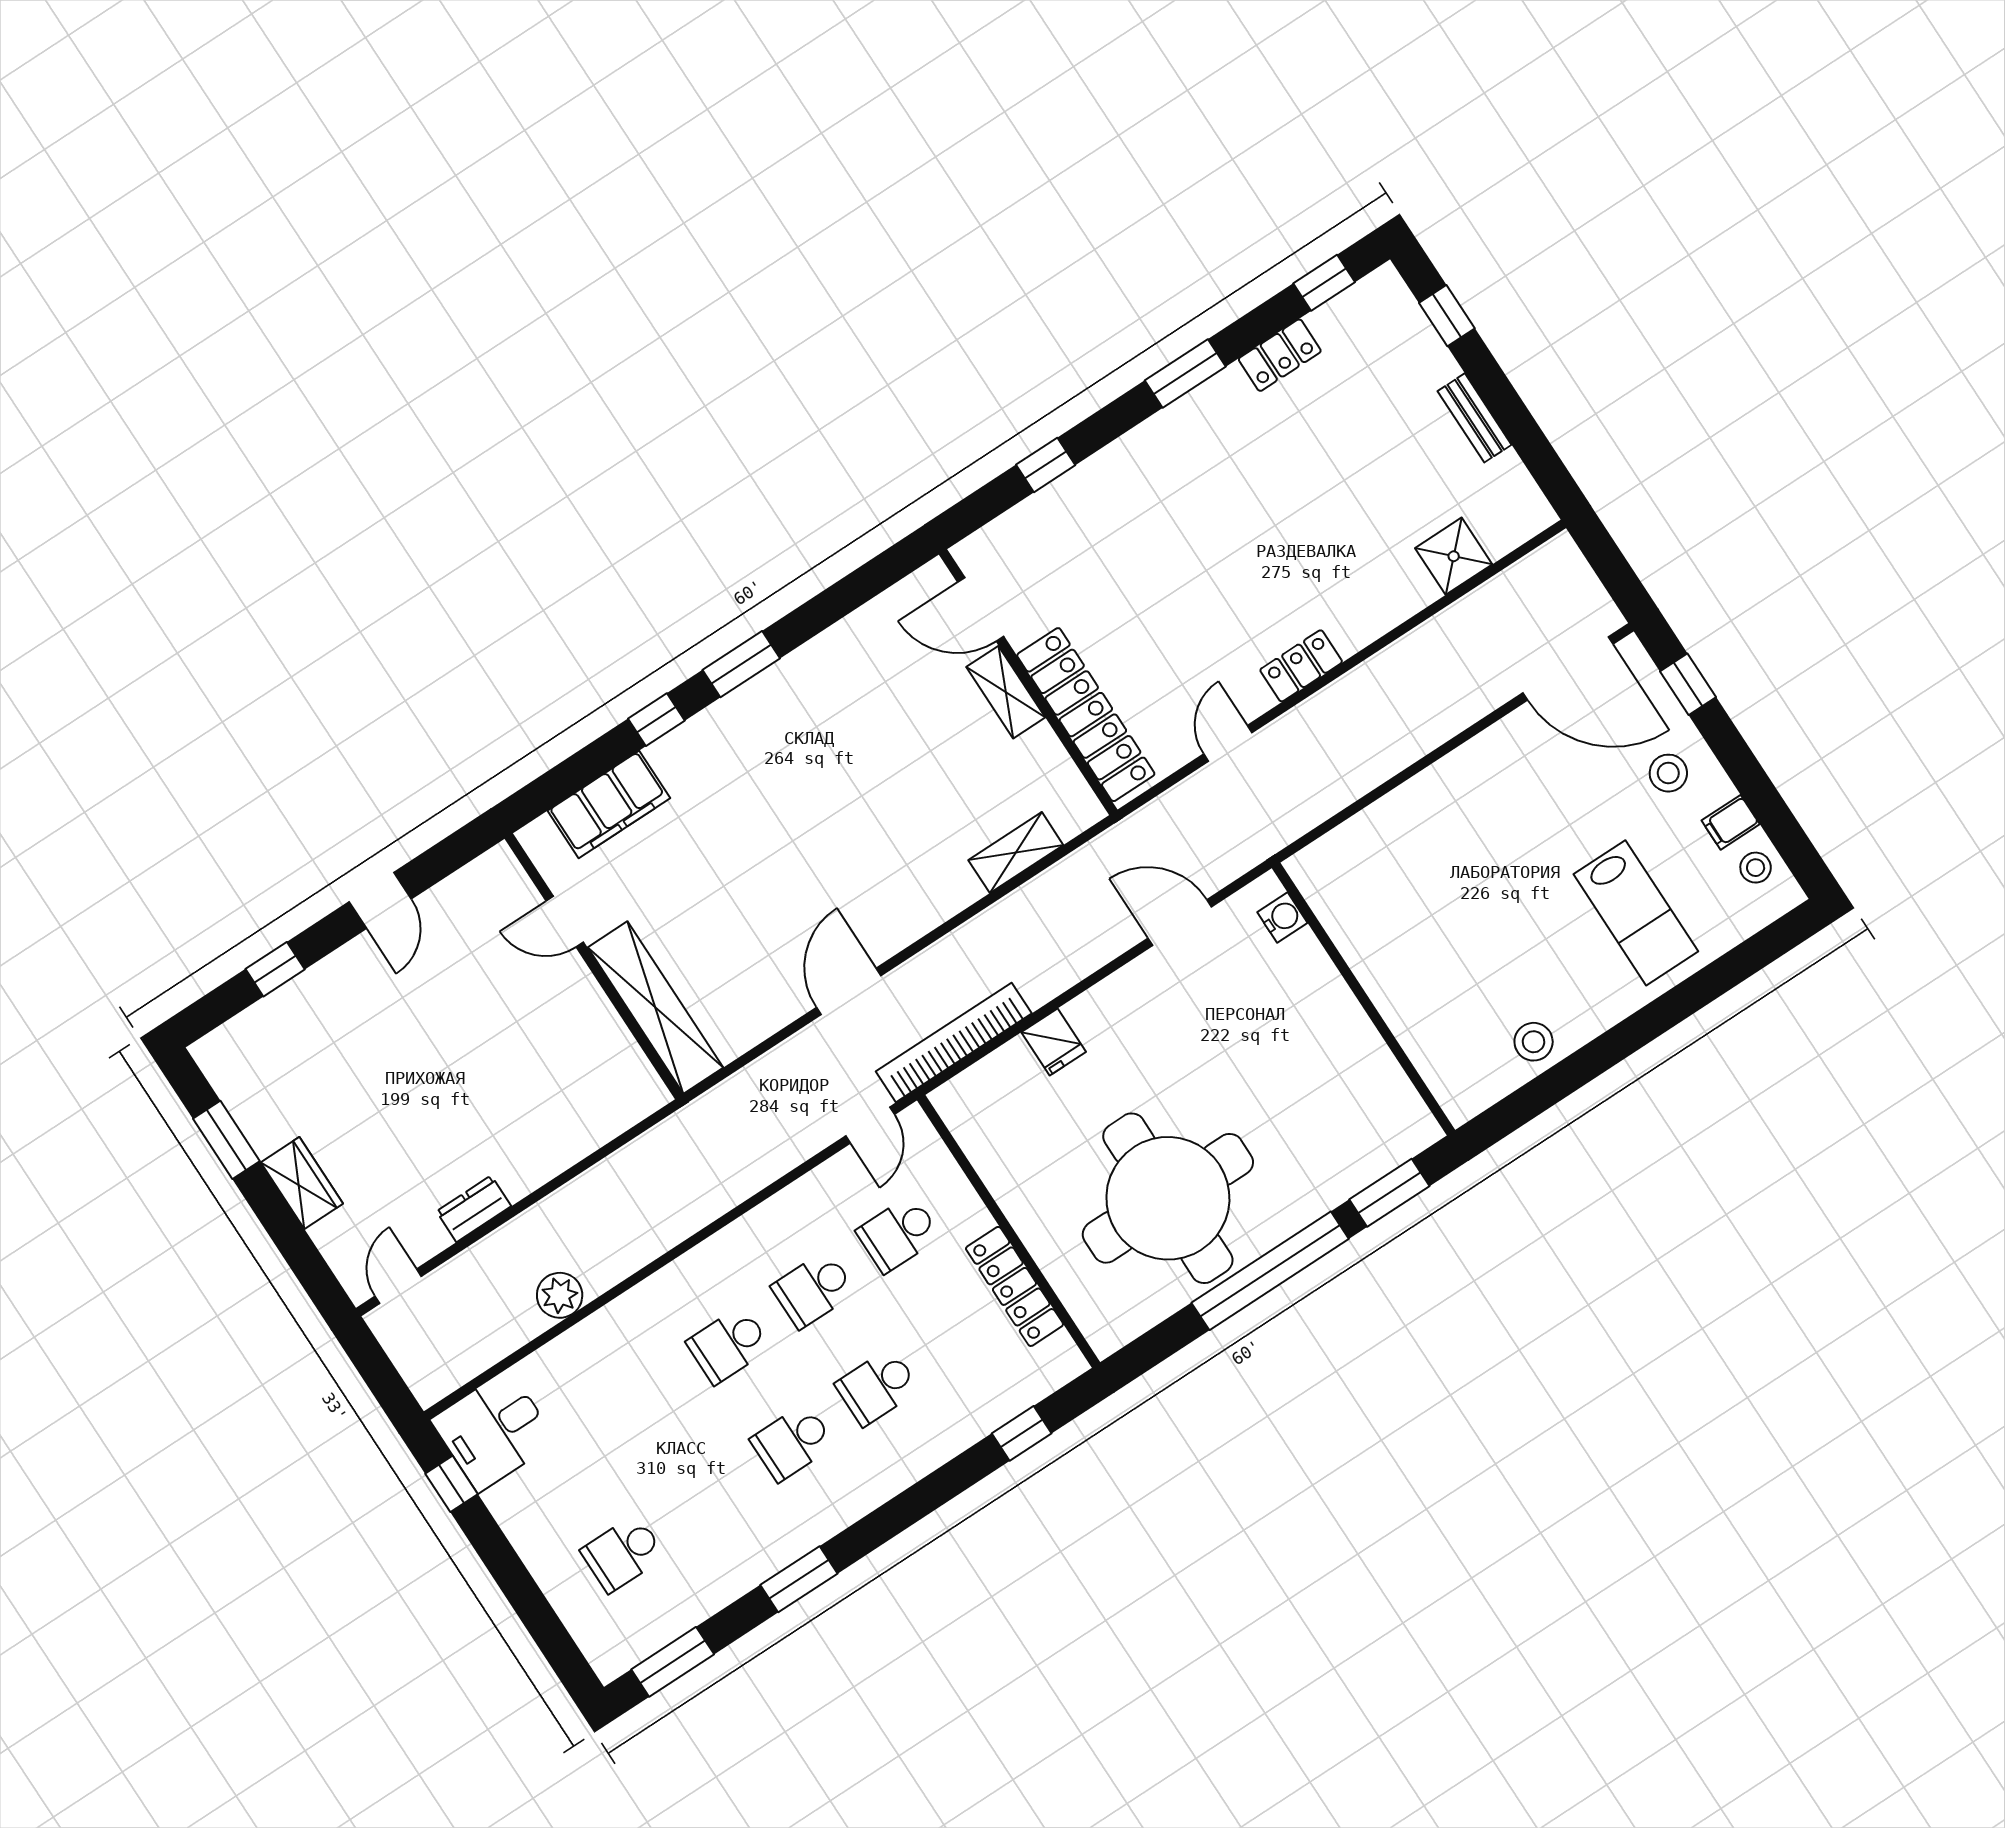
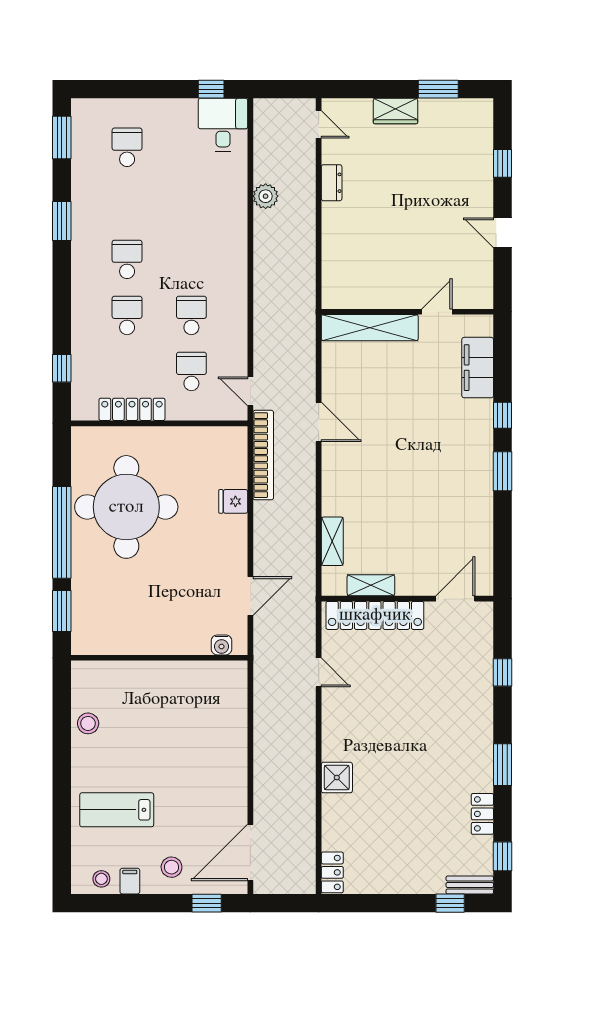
bench: (1475, 418) -> (470, 885), moved
shower: (1454, 556) -> (337, 778), moved
locker: (1301, 666) -> (332, 872), moved
shelving: (1006, 692) -> (371, 585), moved
school desk: (729, 1345) -> (191, 259), removed

